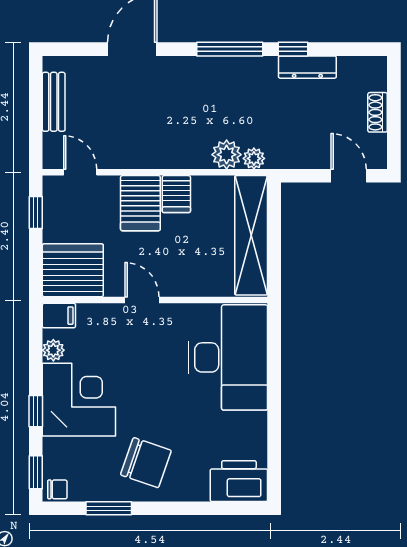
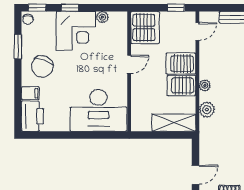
plant: (254, 158) -> (205, 85), moved
server rack: (176, 194) -> (181, 86), width x1.36, depth x1.44
shelving: (251, 235) -> (174, 123), width x0.68
filing cabinet: (59, 316) -> (30, 93), moved, turned -90

